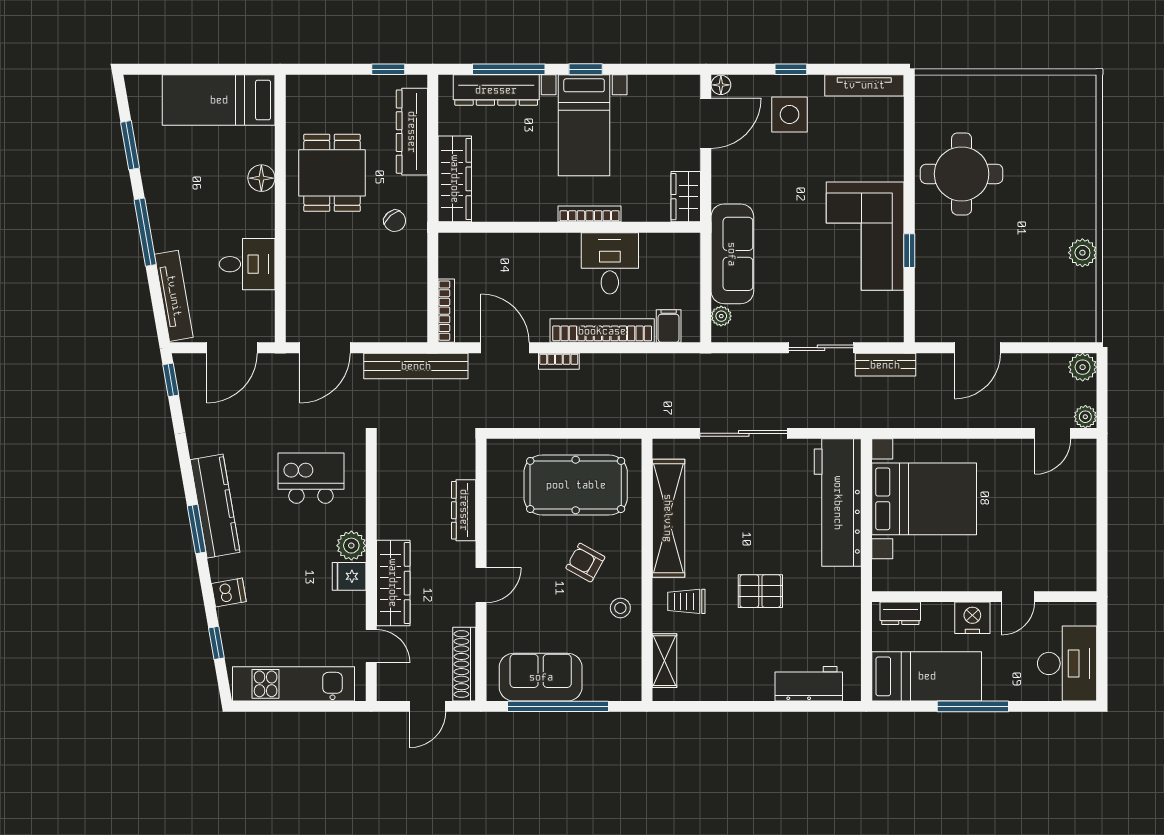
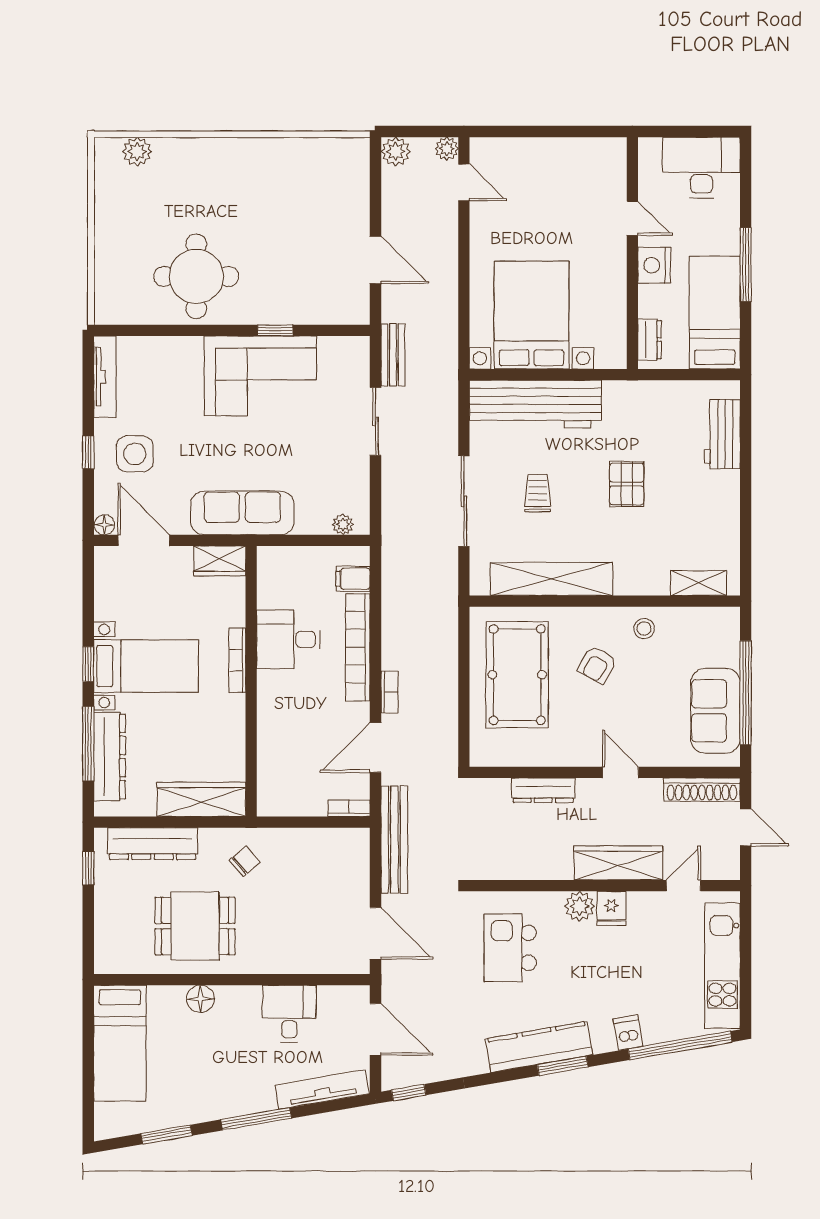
plant: (1082, 253) -> (137, 152), moved
sofa: (732, 254) -> (242, 513), moved
bookcase: (446, 311) -> (349, 808), width x0.64
trolley: (686, 601) -> (538, 493), moved, turned 180
window: (216, 643) -> (680, 1045), width x3.17

